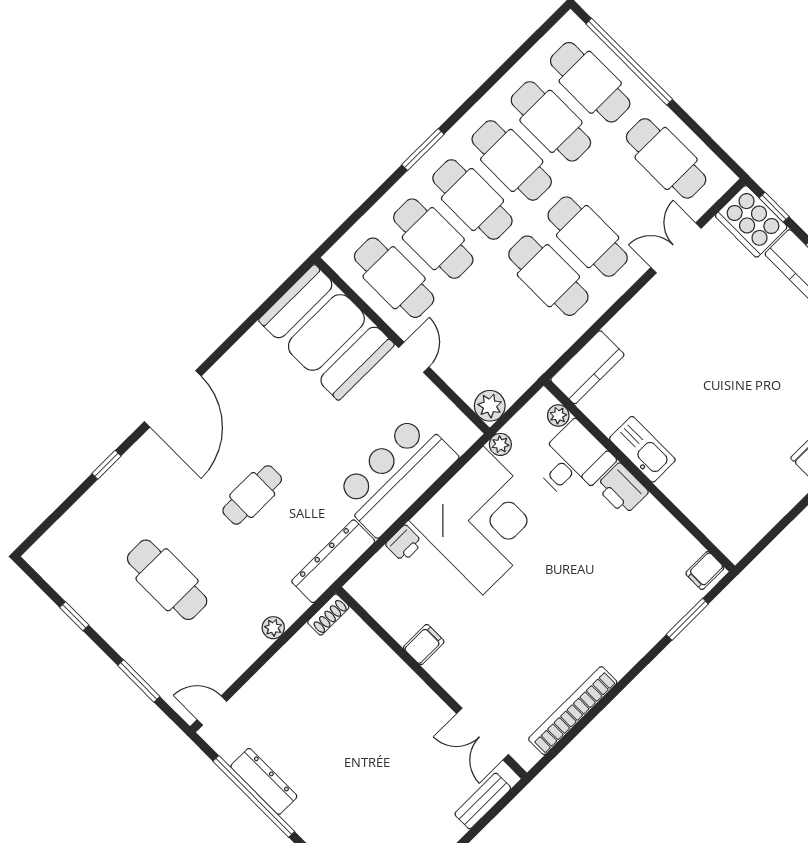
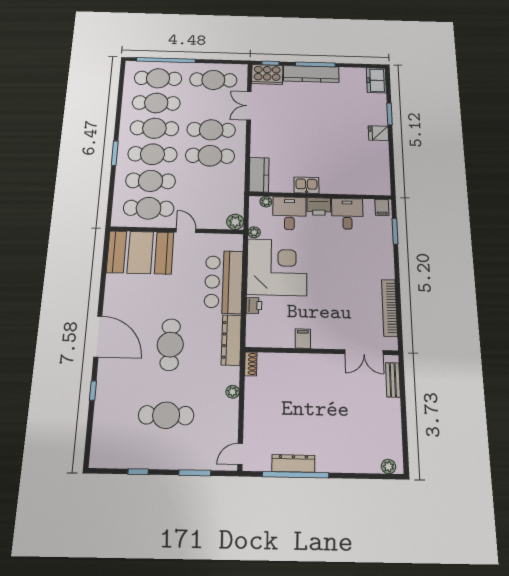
kitchen sink: (642, 449) -> (306, 185), width x0.73
cafe table: (252, 495) -> (170, 345), width x1.37, depth x1.35
desk: (649, 535) -> (347, 214), added

